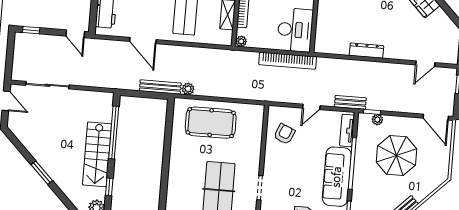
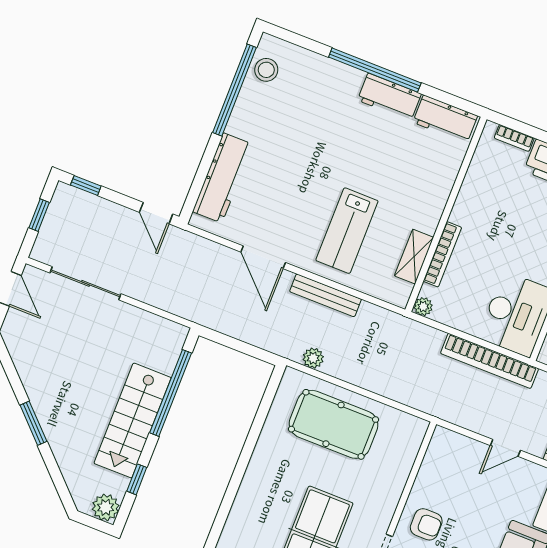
window: (10, 55) -> (39, 215), added
bench: (160, 87) -> (326, 295), moved
armchair: (284, 134) -> (426, 524), moved, turned 67

